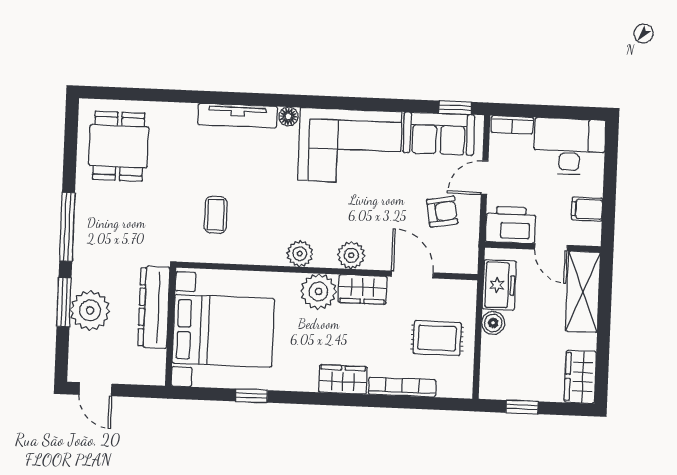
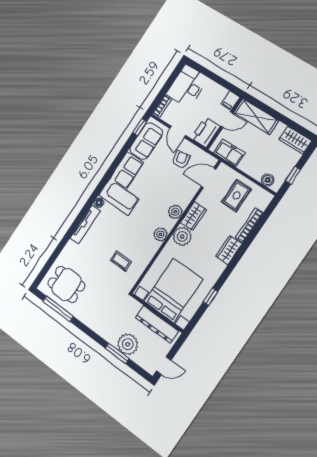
filing cabinet: (587, 209) -> (231, 101), moved
window: (67, 227) -> (58, 309), moved
door: (412, 275) -> (209, 178), moved
dresser: (154, 307) -> (157, 324), moved
boiler: (493, 323) -> (268, 180), moved

